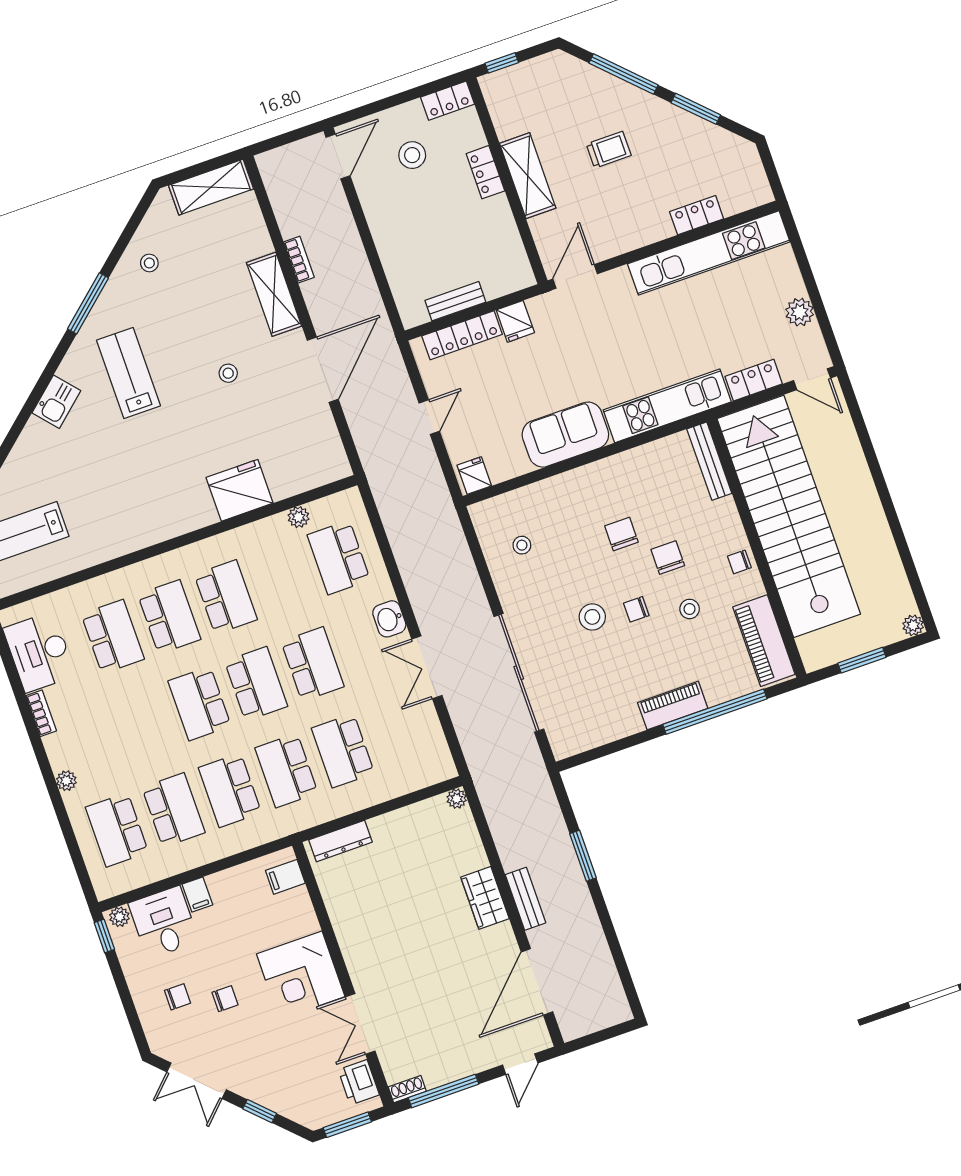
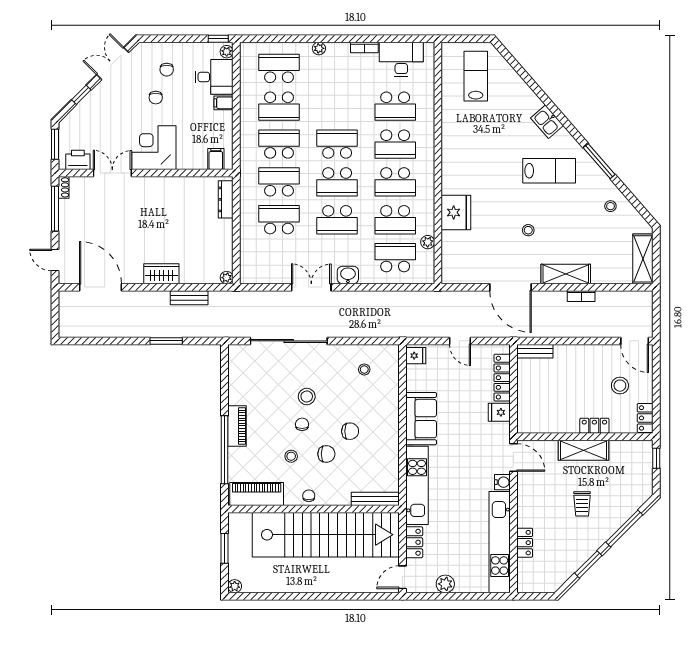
water cooler: (618, 280) -> (502, 482), added
bench: (455, 301) -> (535, 351), moved, turned 90
school desk: (282, 577) -> (395, 220), added
bench: (525, 899) -> (189, 298), moved

